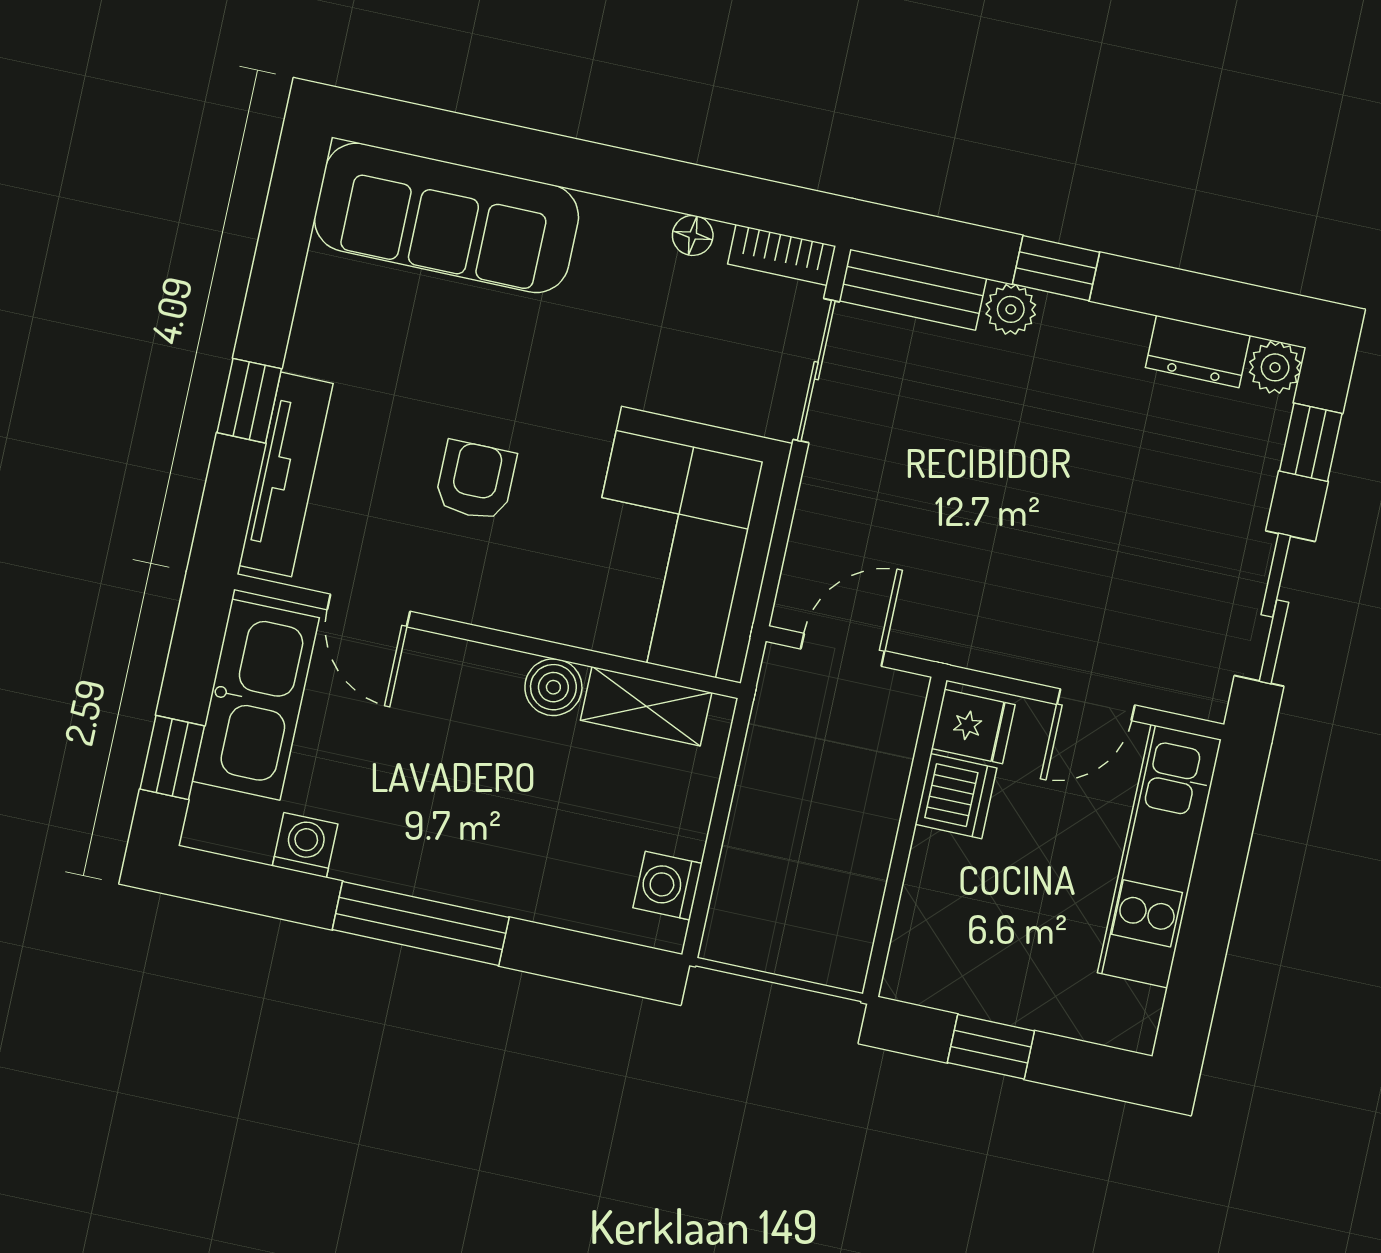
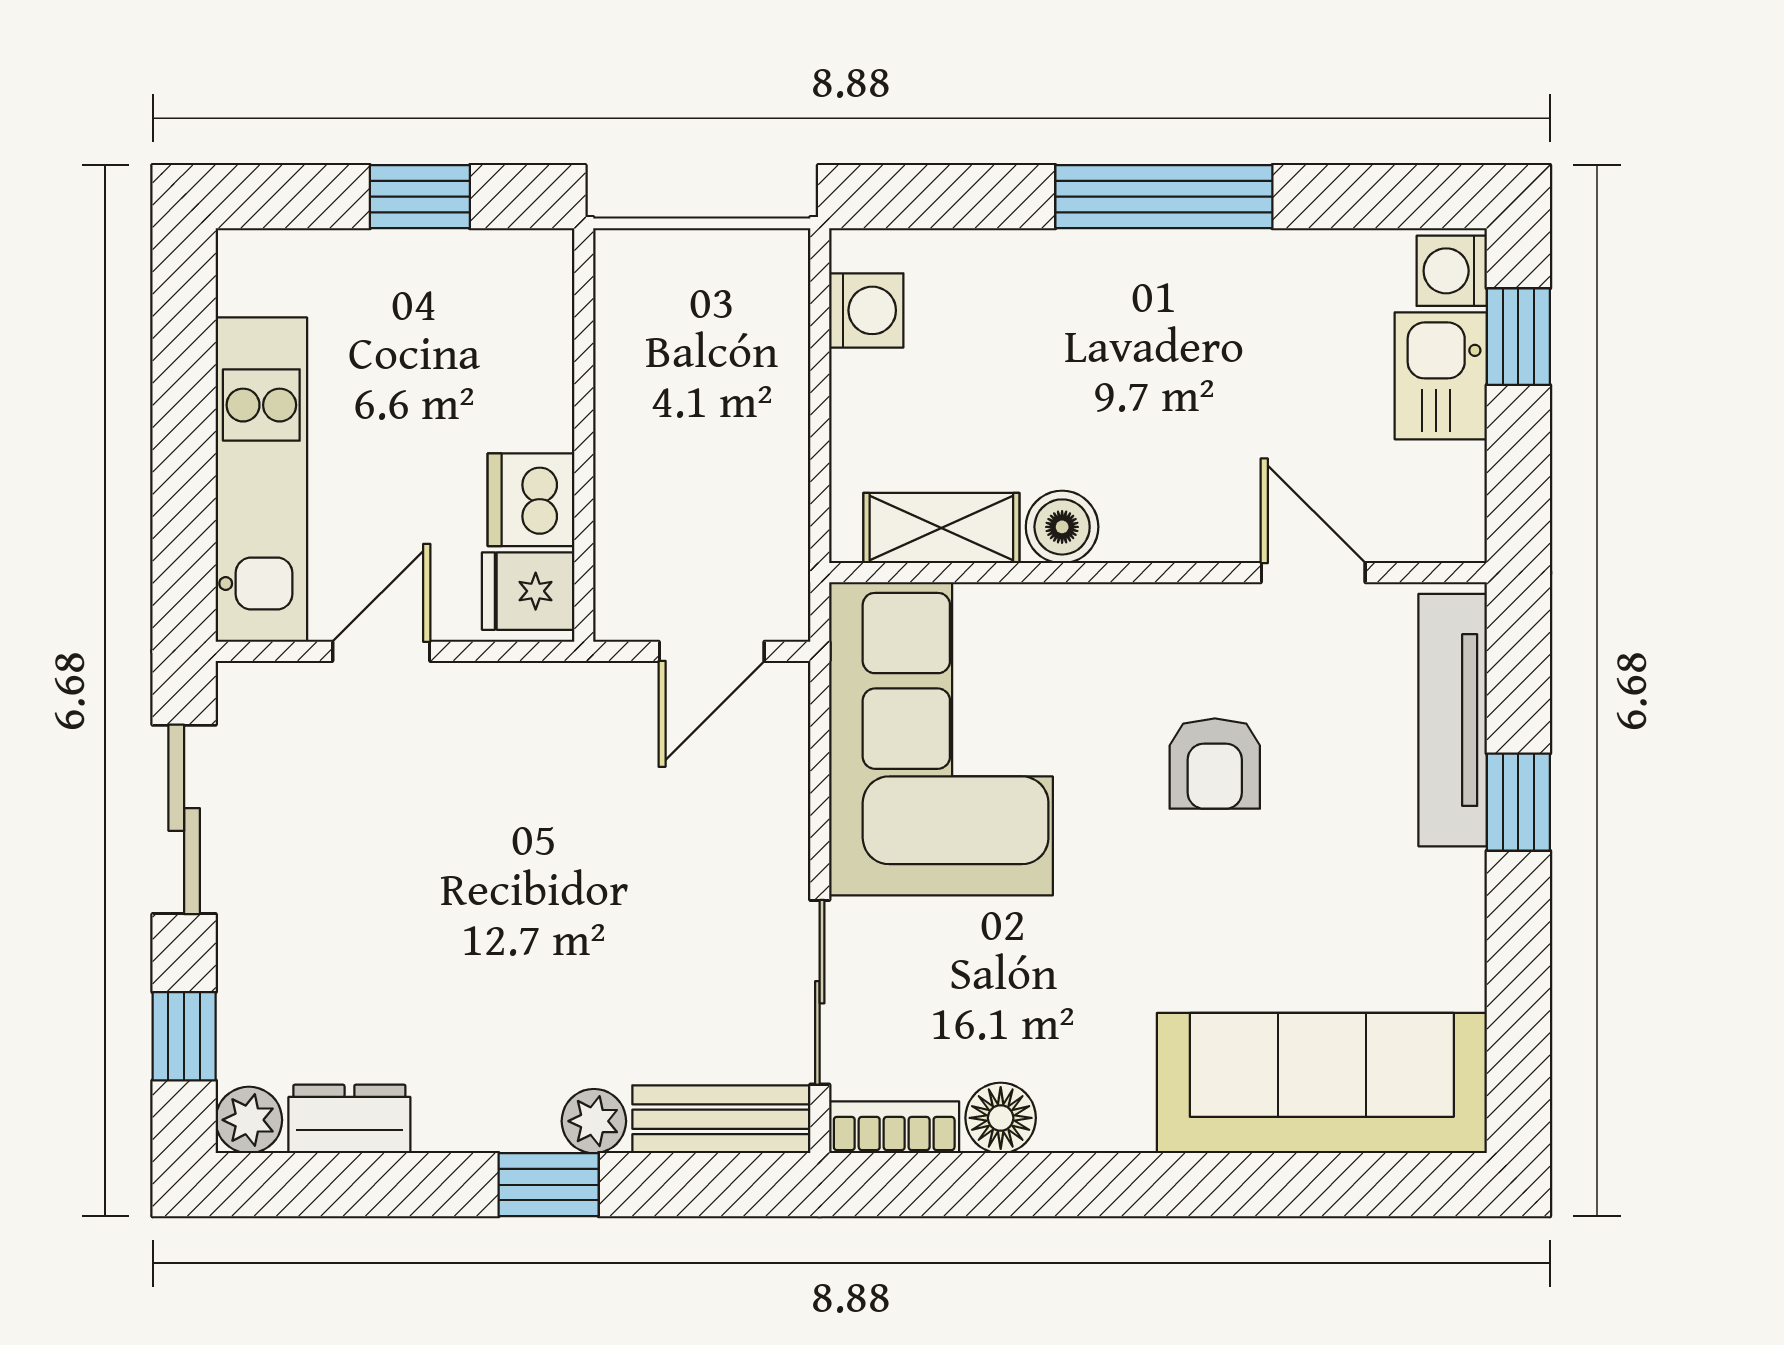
floor lamp: (693, 235) -> (1001, 1118), width x1.37, depth x1.37
kitchen sink: (256, 700) -> (1441, 376), width x0.53, depth x0.81
washing machine: (305, 845) -> (1452, 271), moved, turned 90

